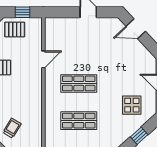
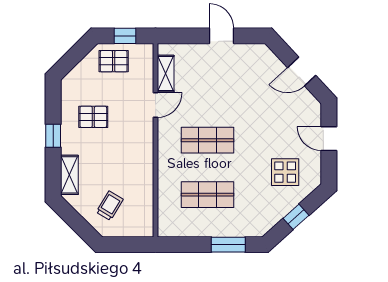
door: (136, 29) -> (302, 72), moved
shelving: (50, 38) -> (166, 74), added

